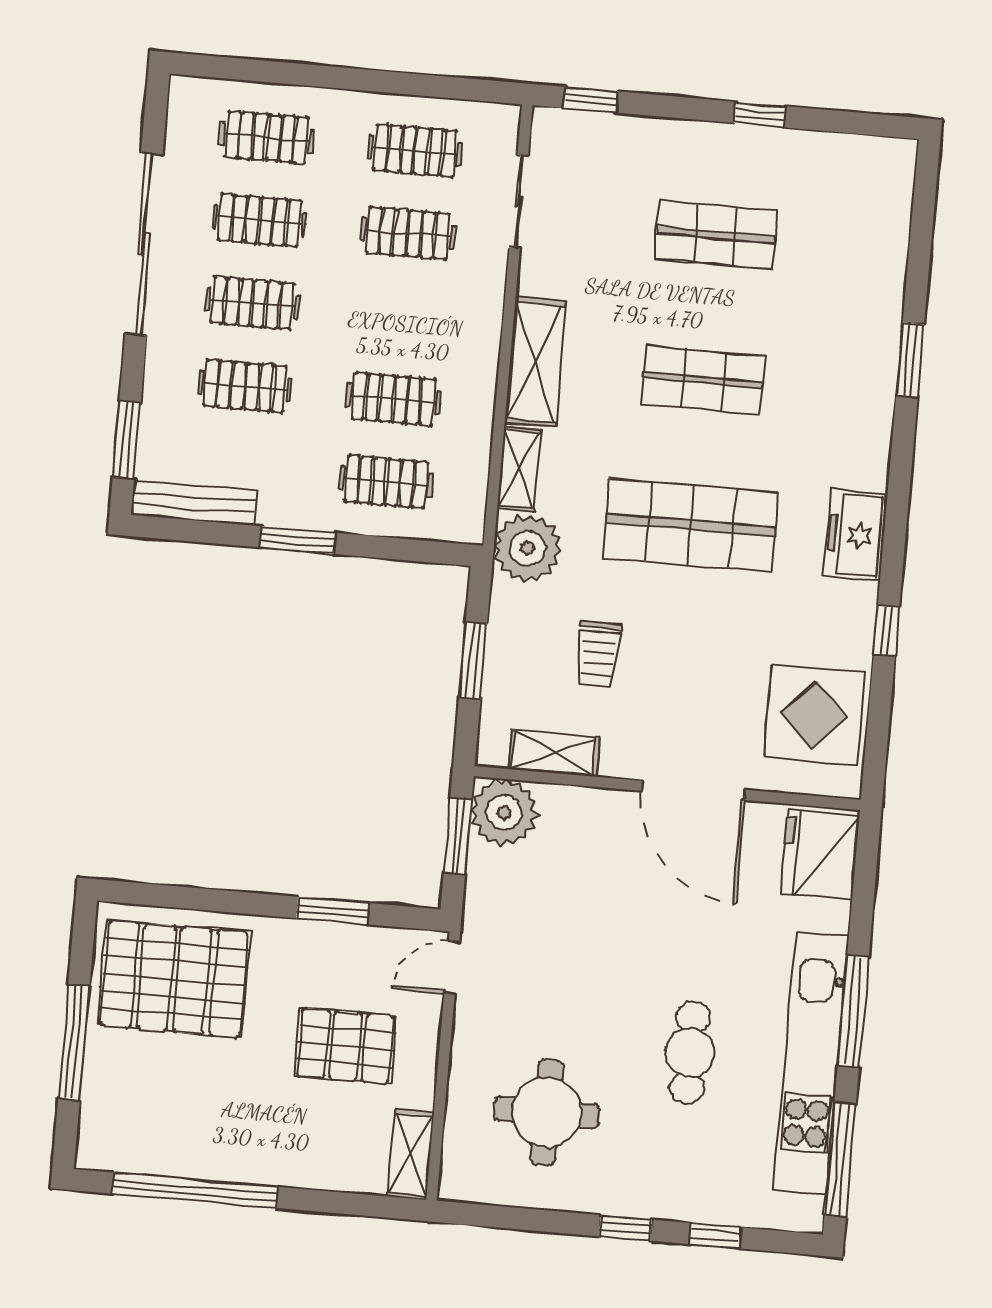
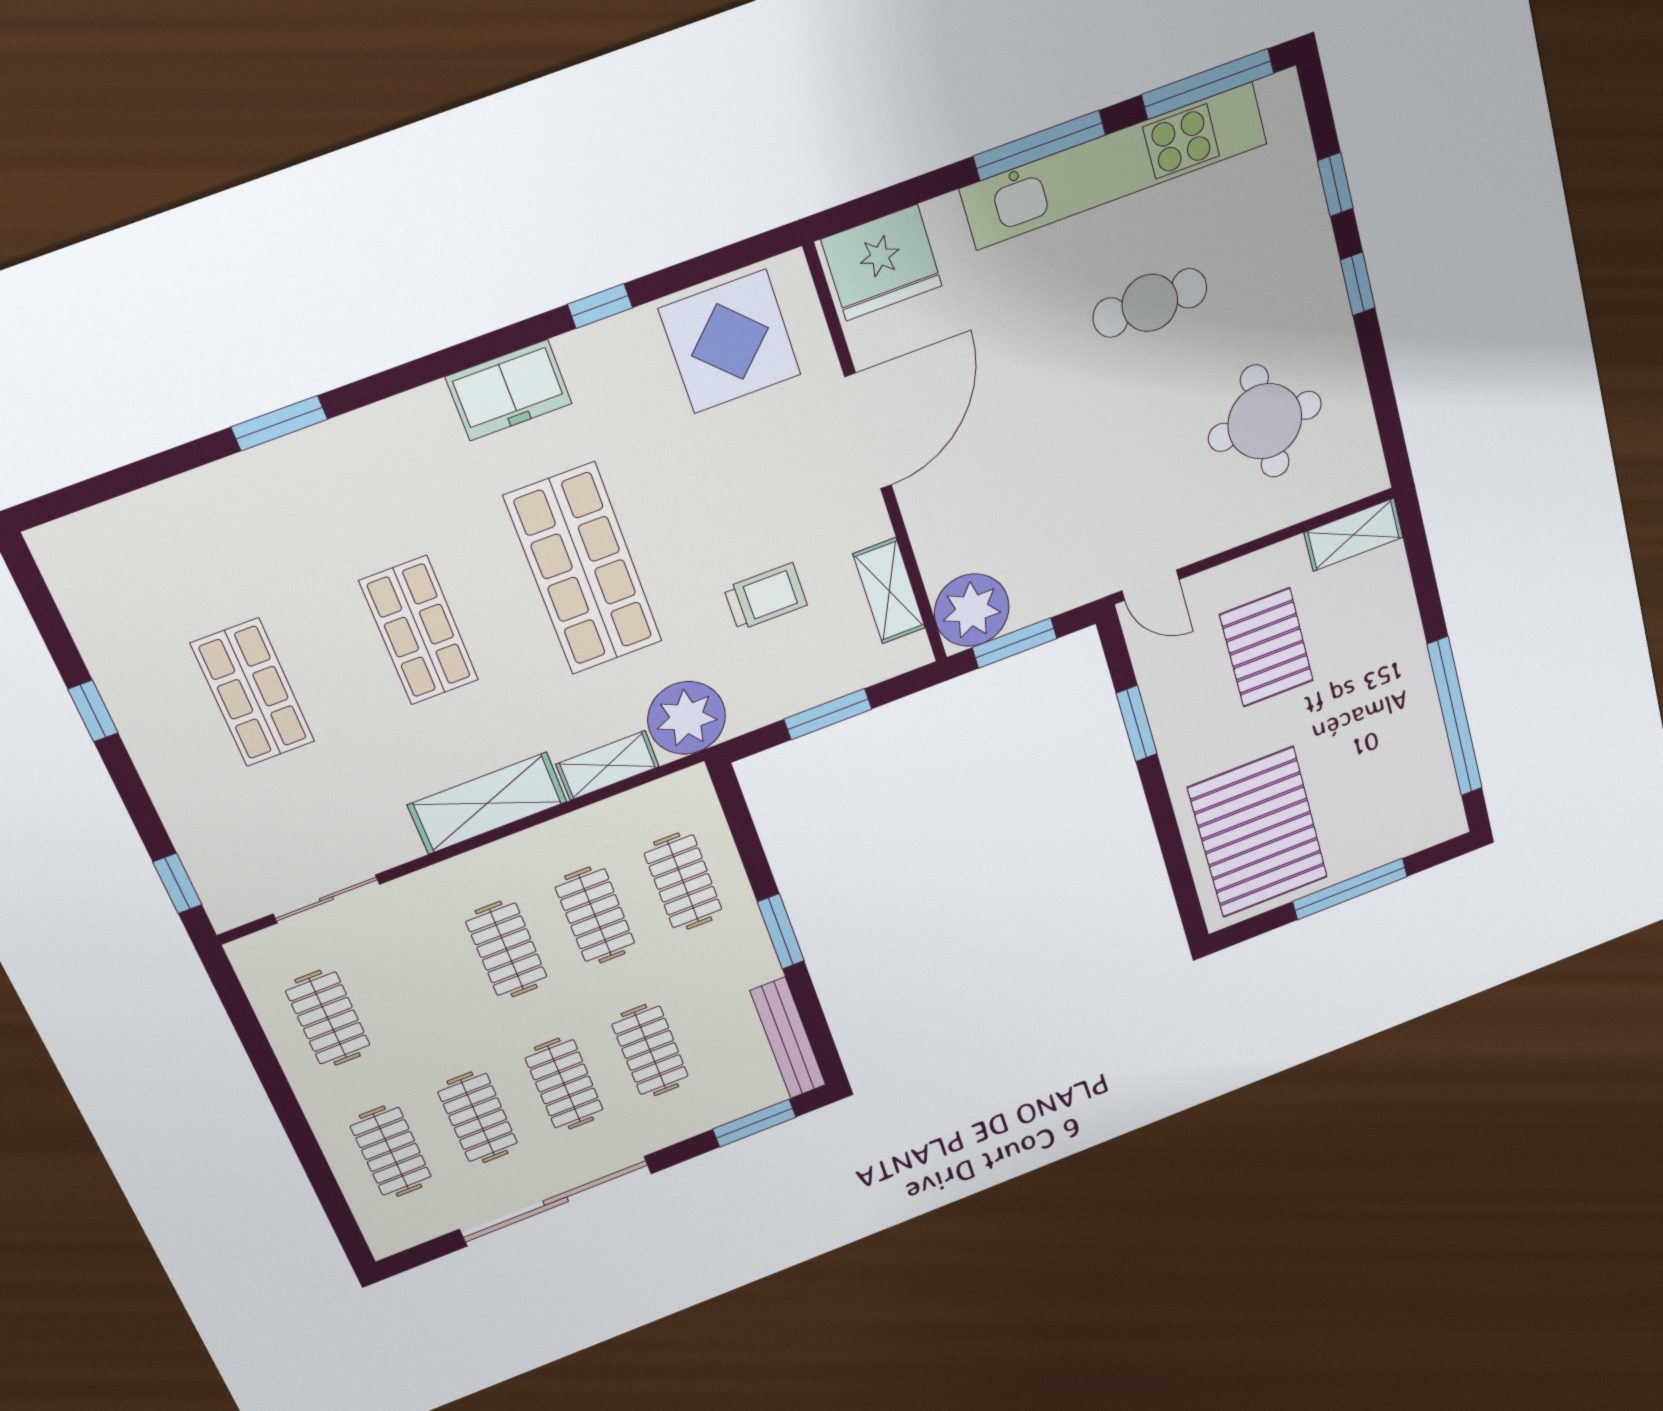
clothes rail: (408, 233) -> (507, 949), moved

